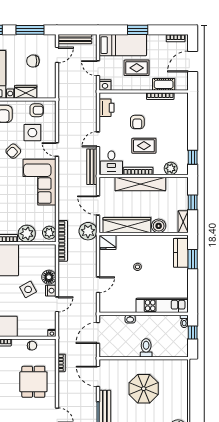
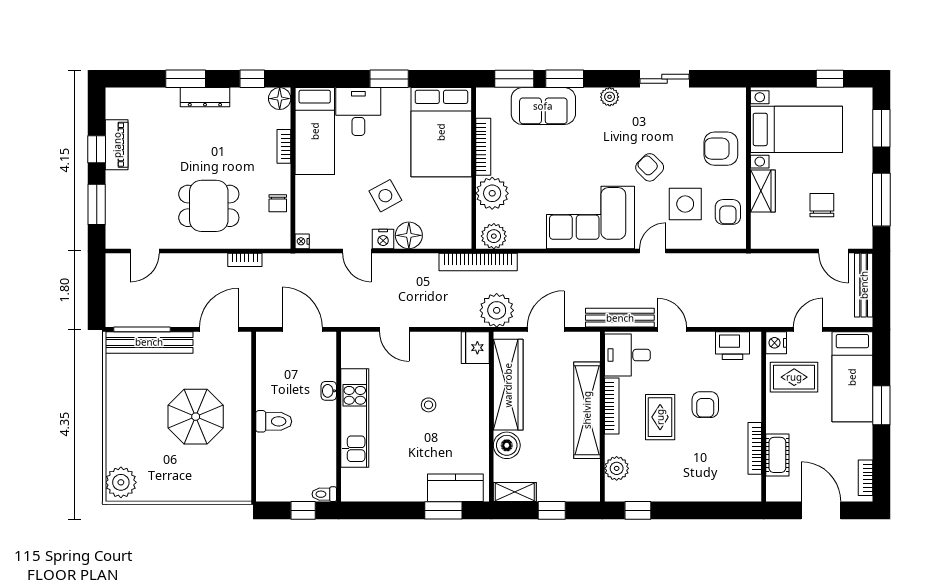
rug: (137, 68) -> (794, 377), moved, turned 90
armchair: (137, 122) -> (705, 405), turned -90
kitchen unit: (162, 305) -> (355, 418), moved

